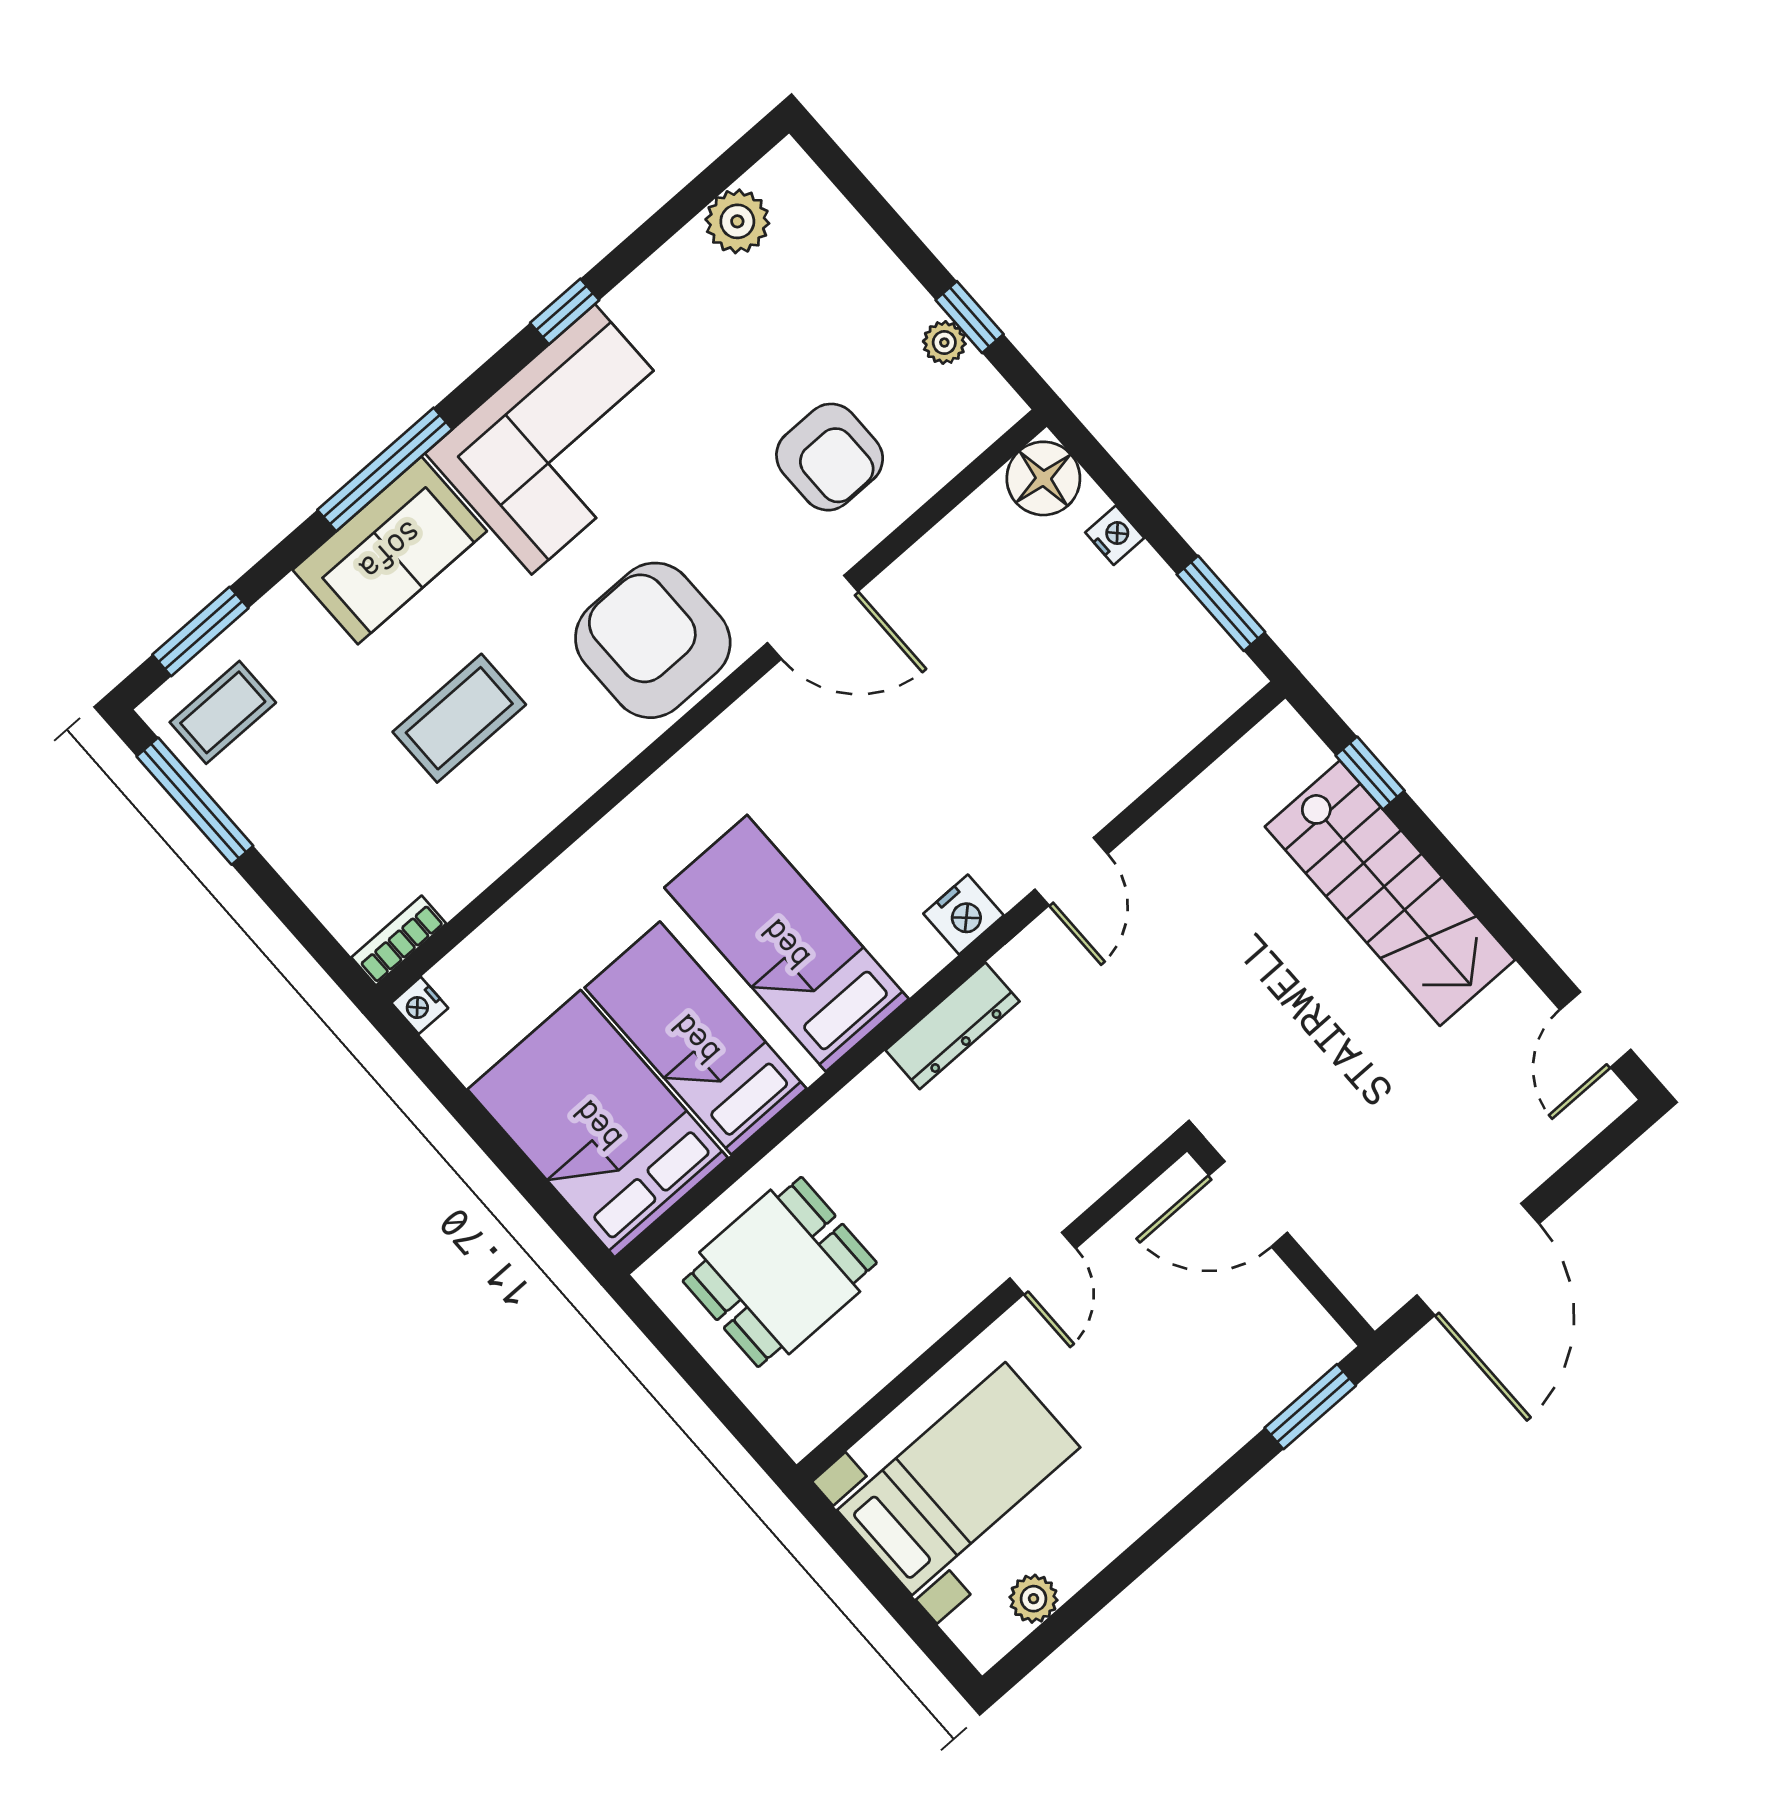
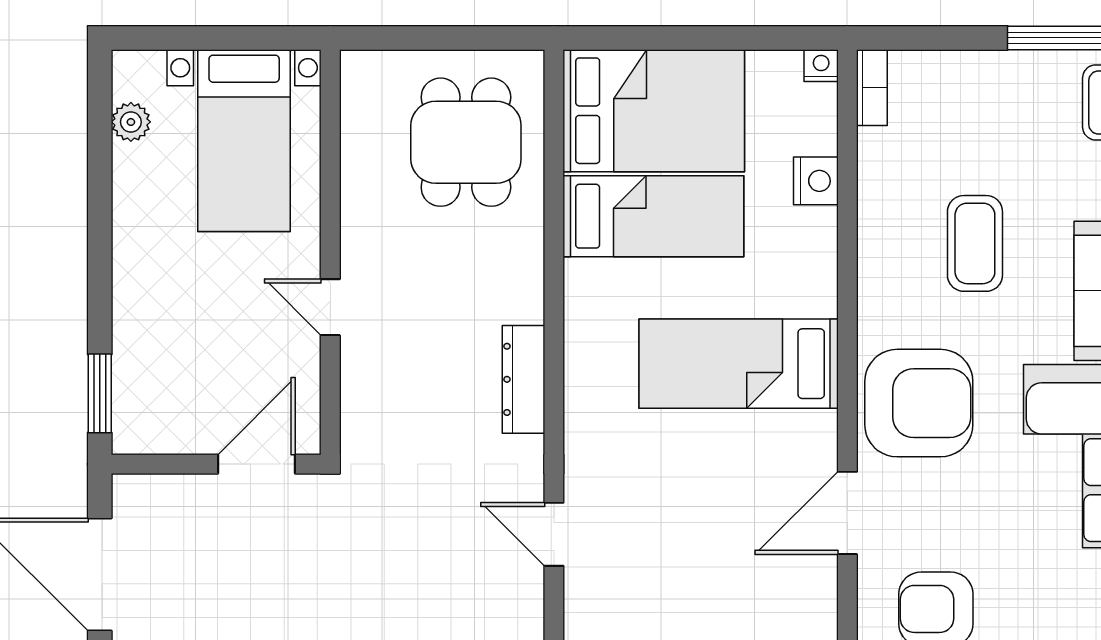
nightstand: (963, 914) -> (816, 181), moved, turned 180
bed: (786, 943) -> (739, 364), moved, turned 180

